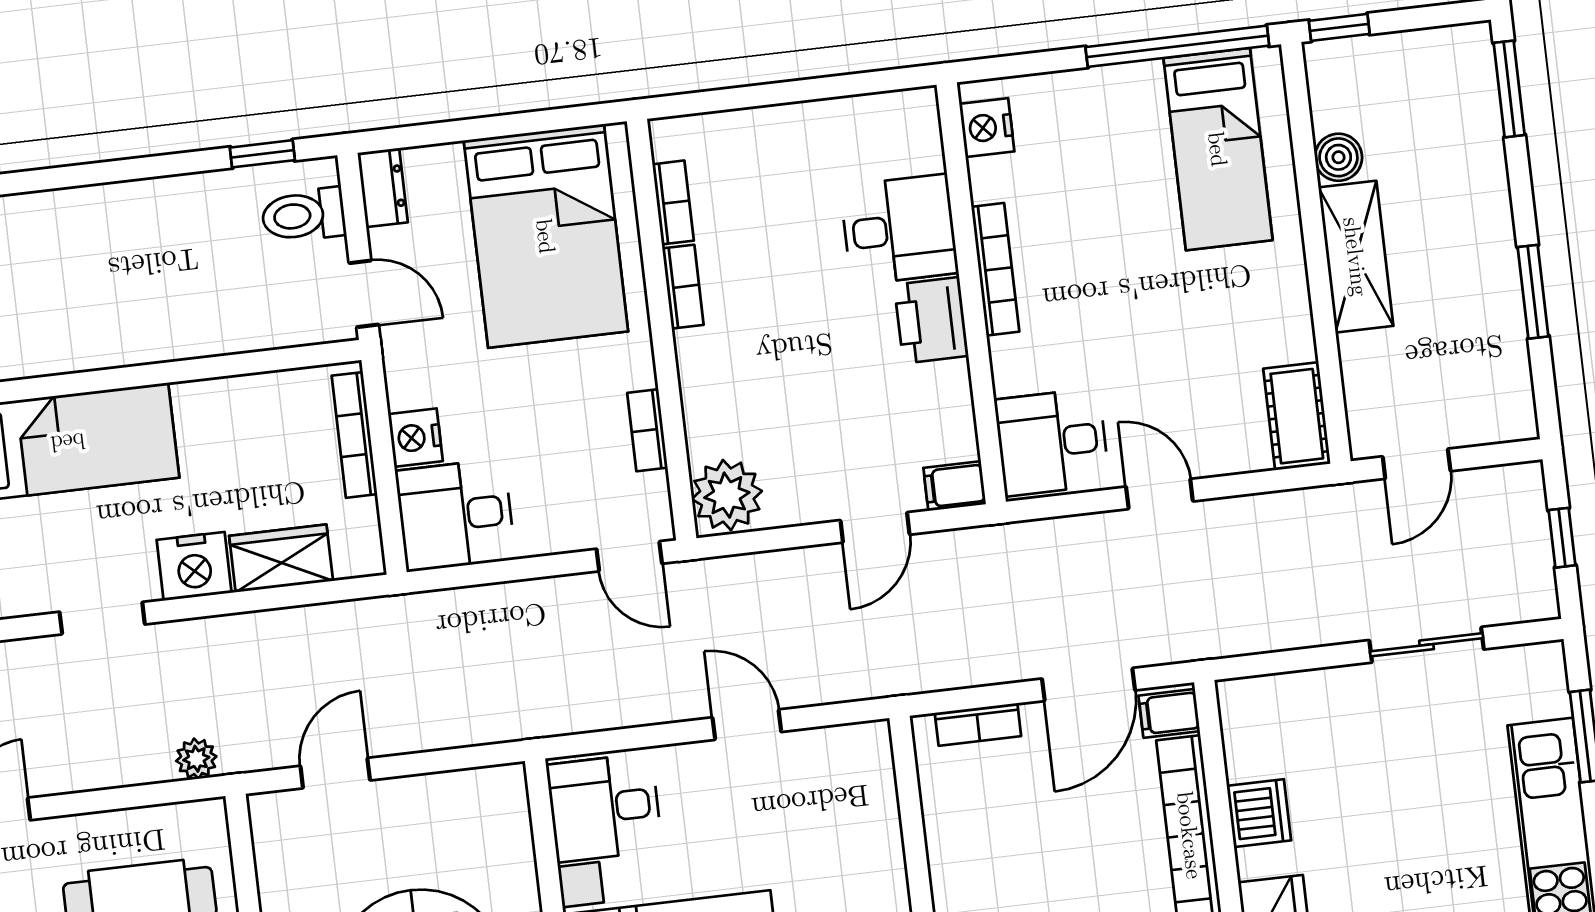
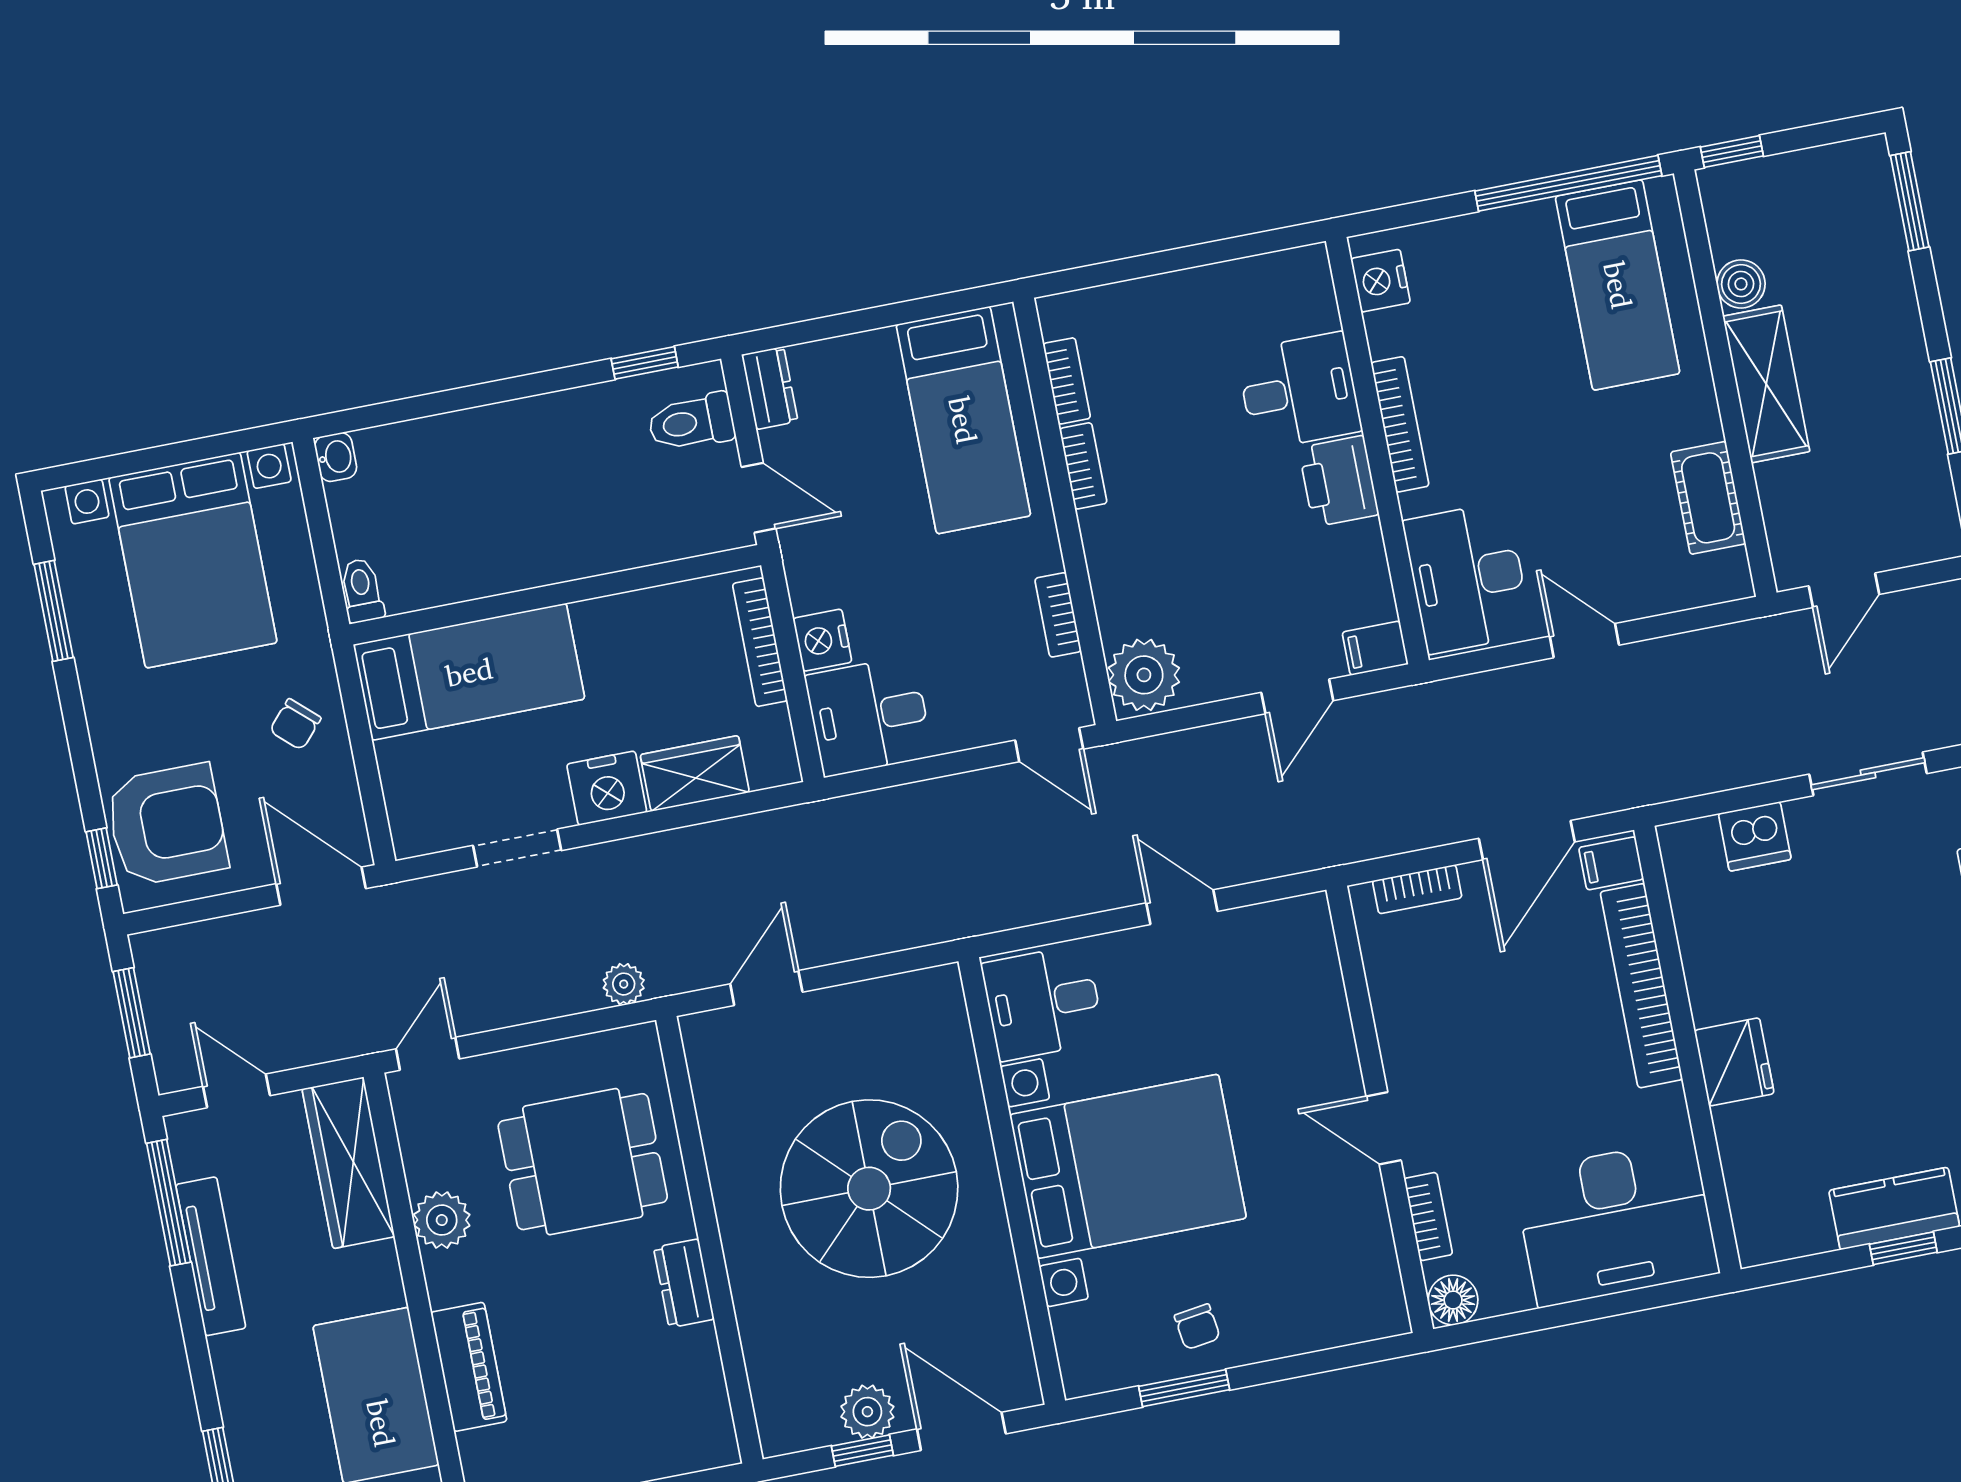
bed: (546, 236) -> (963, 420), width x0.67
cot: (1297, 416) -> (1708, 498), moved
desk: (1052, 442) -> (1467, 578), width x1.37
dishwasher: (1259, 813) -> (1755, 836), moved, turned 90

